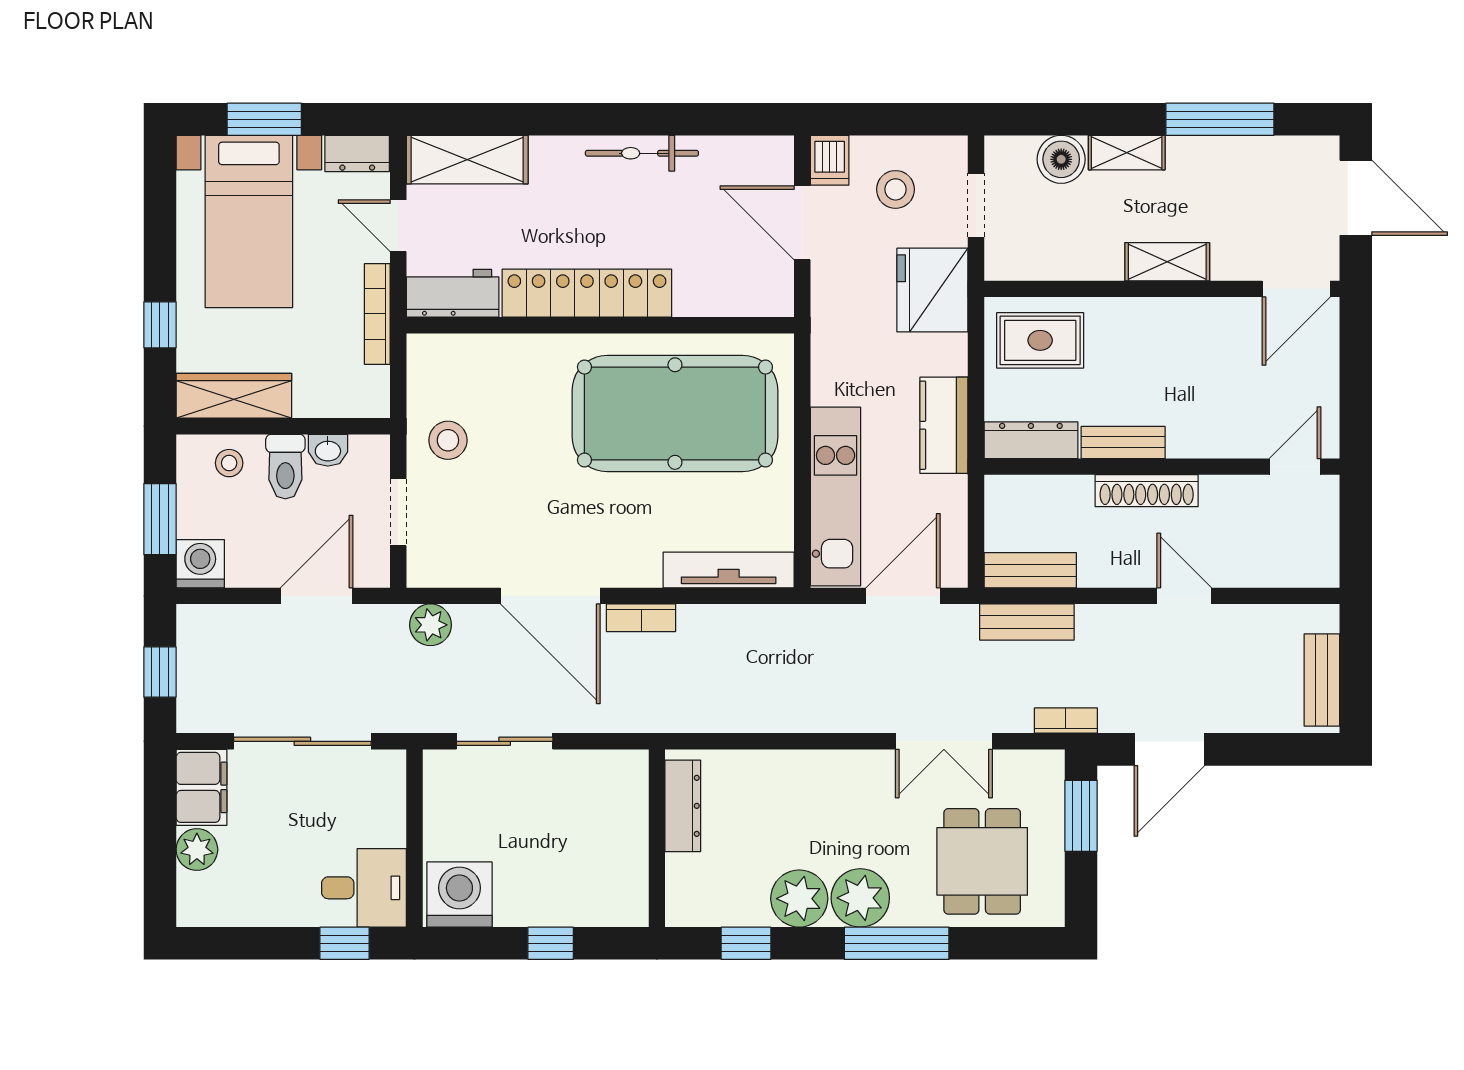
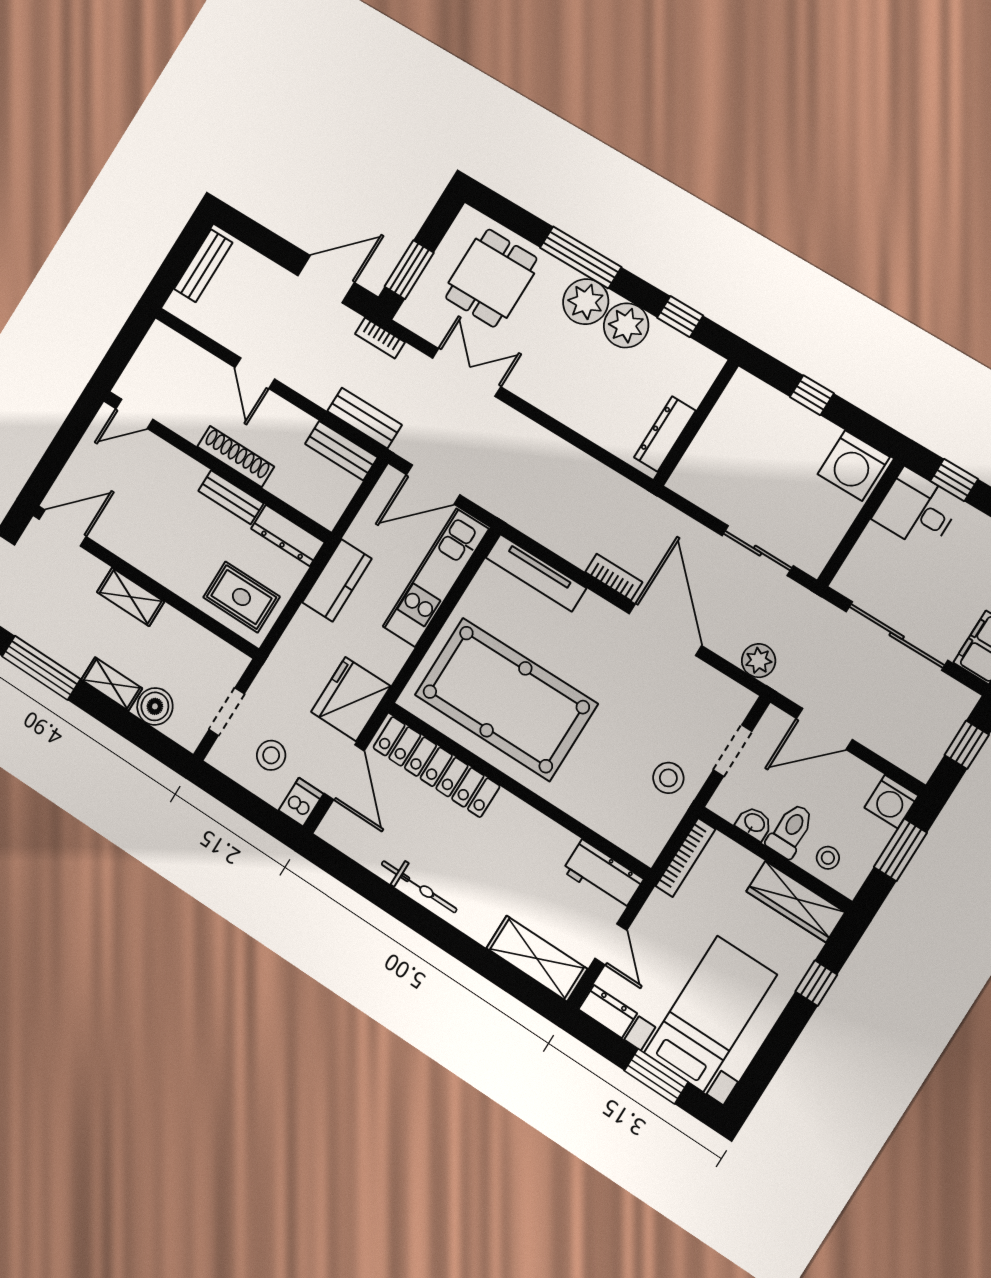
fridge: (932, 290) -> (351, 699), moved, turned 180
locker: (587, 293) -> (436, 767), moved
bookcase: (377, 314) -> (685, 858), moved

